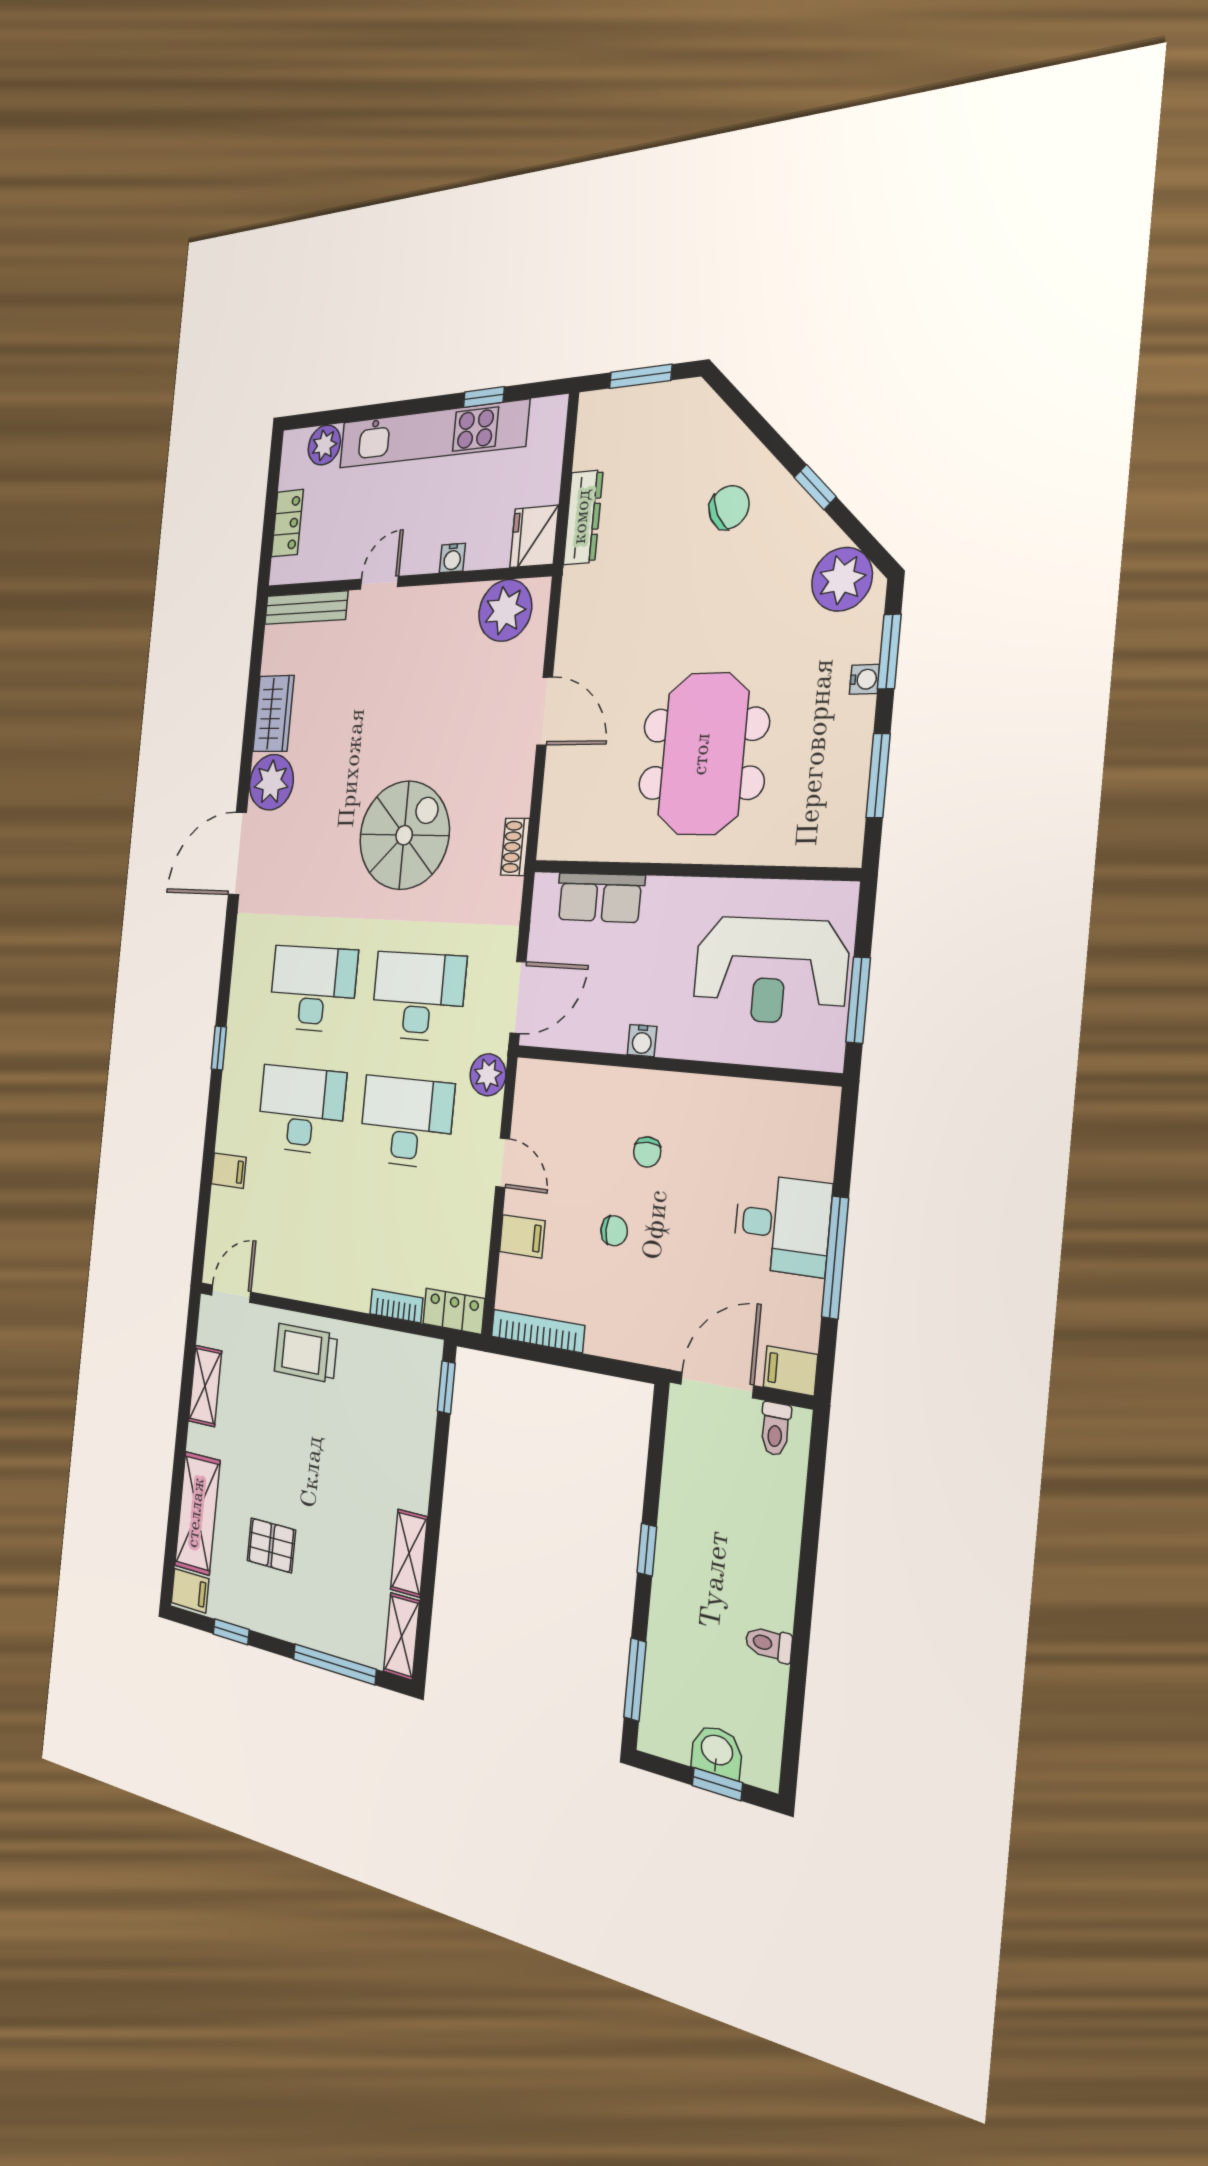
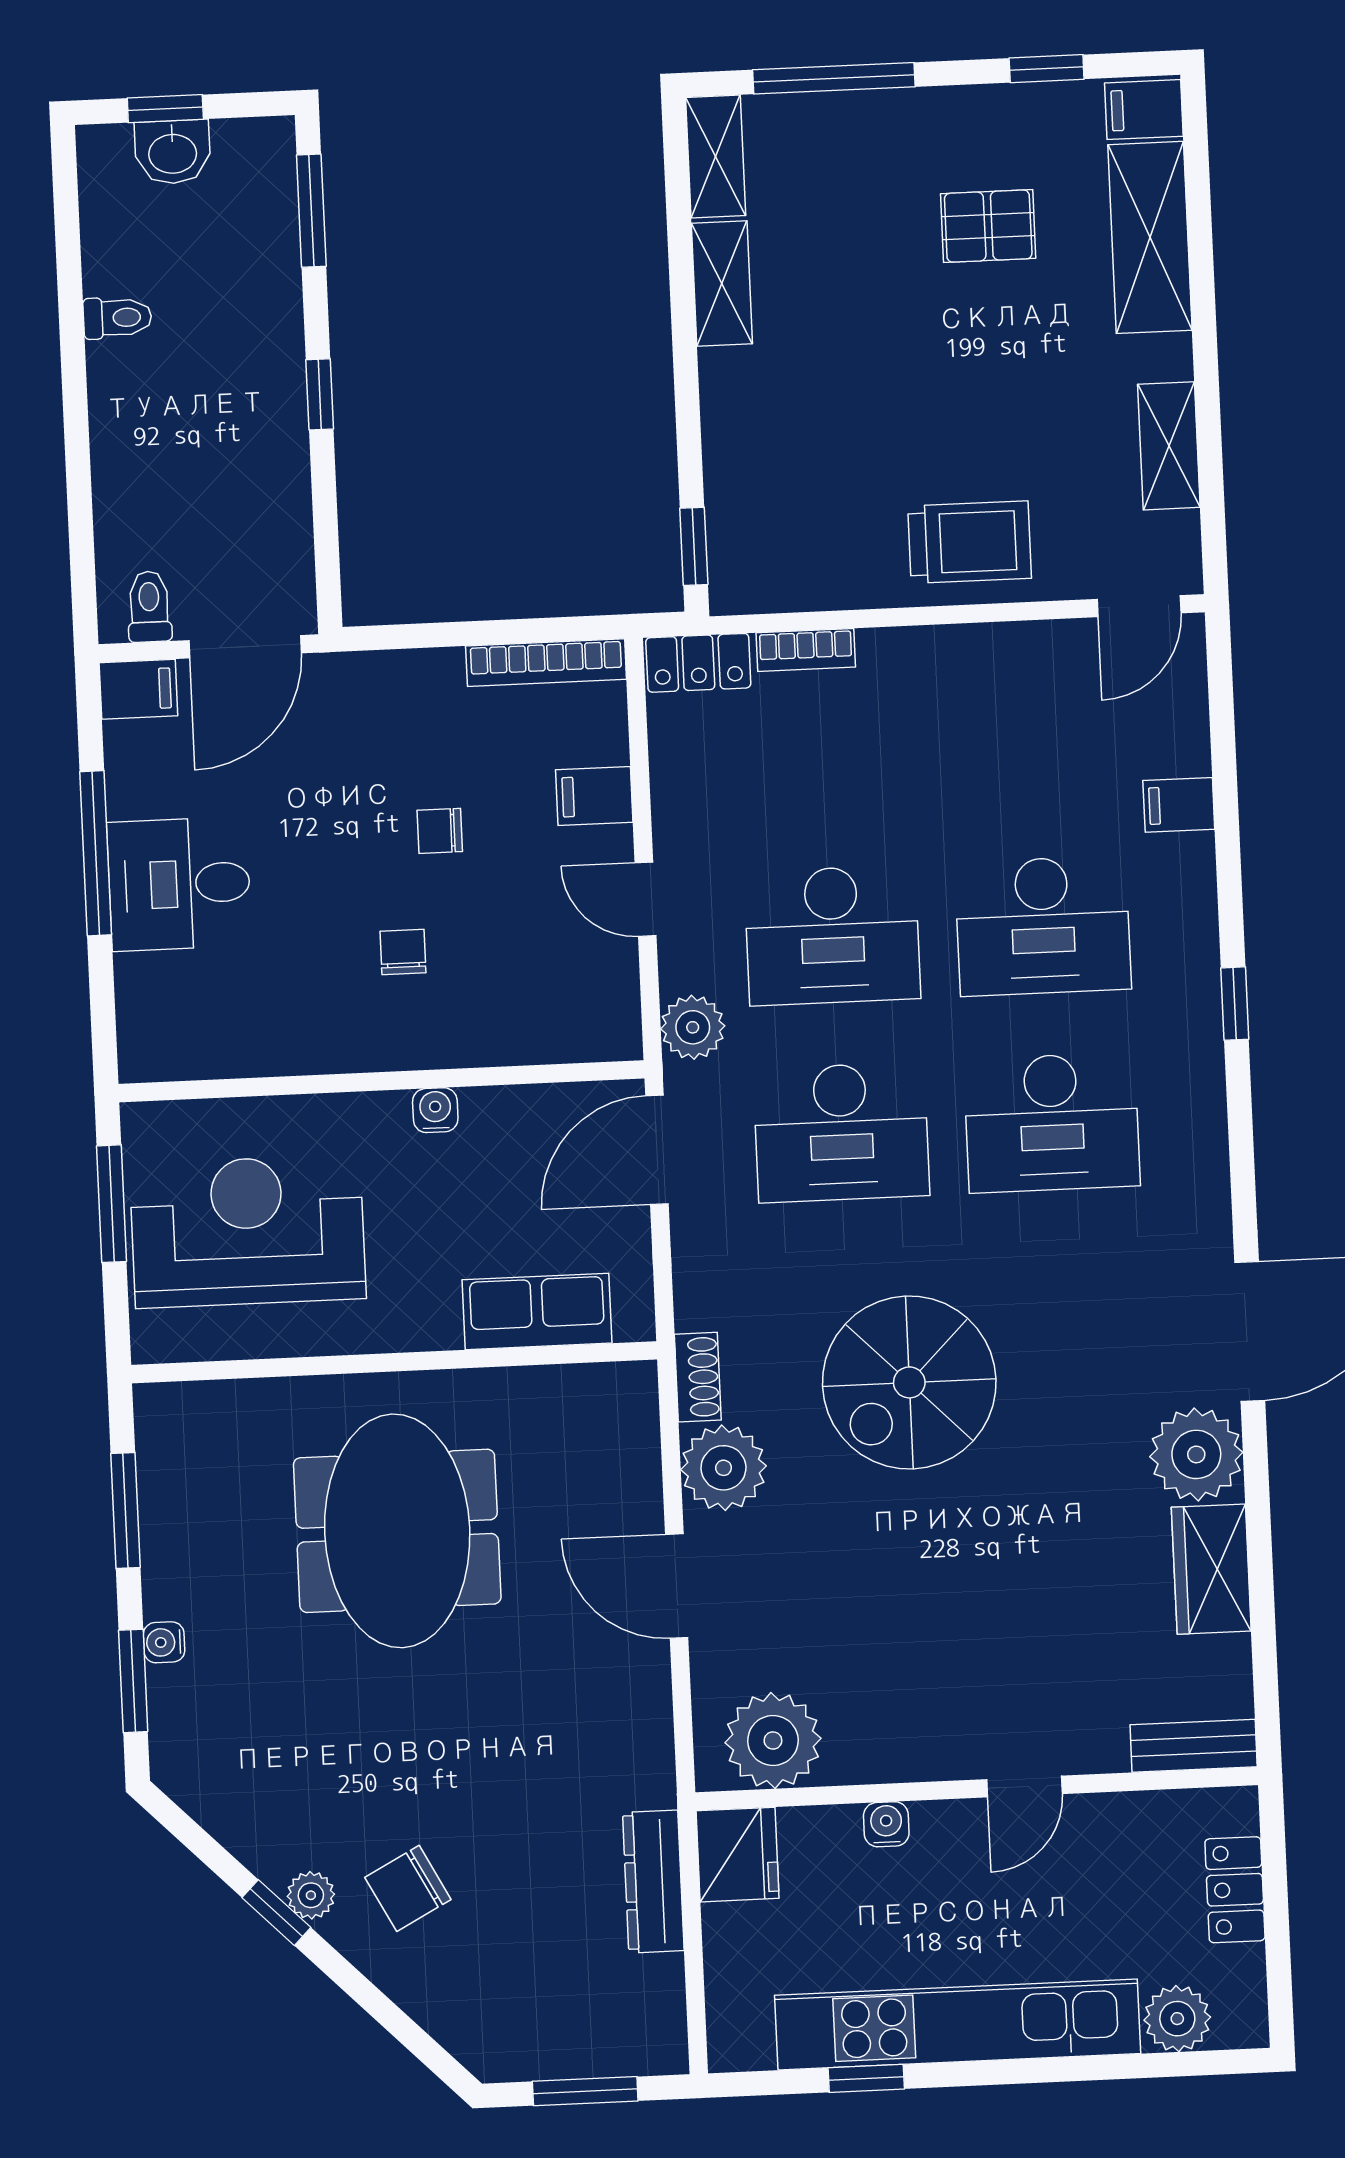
plant: (842, 579) -> (311, 1895), moved, width x0.53, depth x0.53
bench: (306, 608) -> (1194, 1746), width x0.73
plant: (509, 787) -> (723, 1468), added

